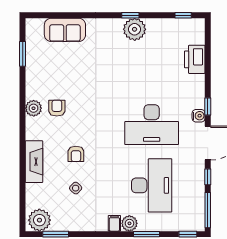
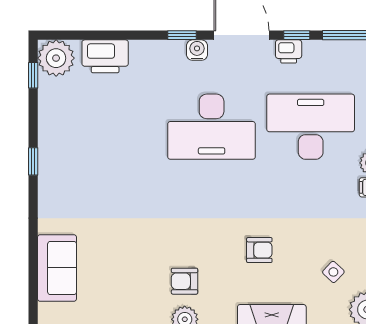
plant: (135, 29) -> (56, 58), moved
desk: (152, 125) -> (212, 127), turned 90
printer: (198, 172) -> (289, 51), added
side table: (76, 188) -> (333, 272), moved

